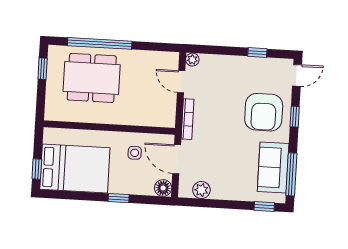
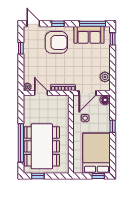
dining table: (92, 78) -> (42, 146), width x1.36, depth x1.24
door: (181, 82) -> (41, 93), swing flipped

